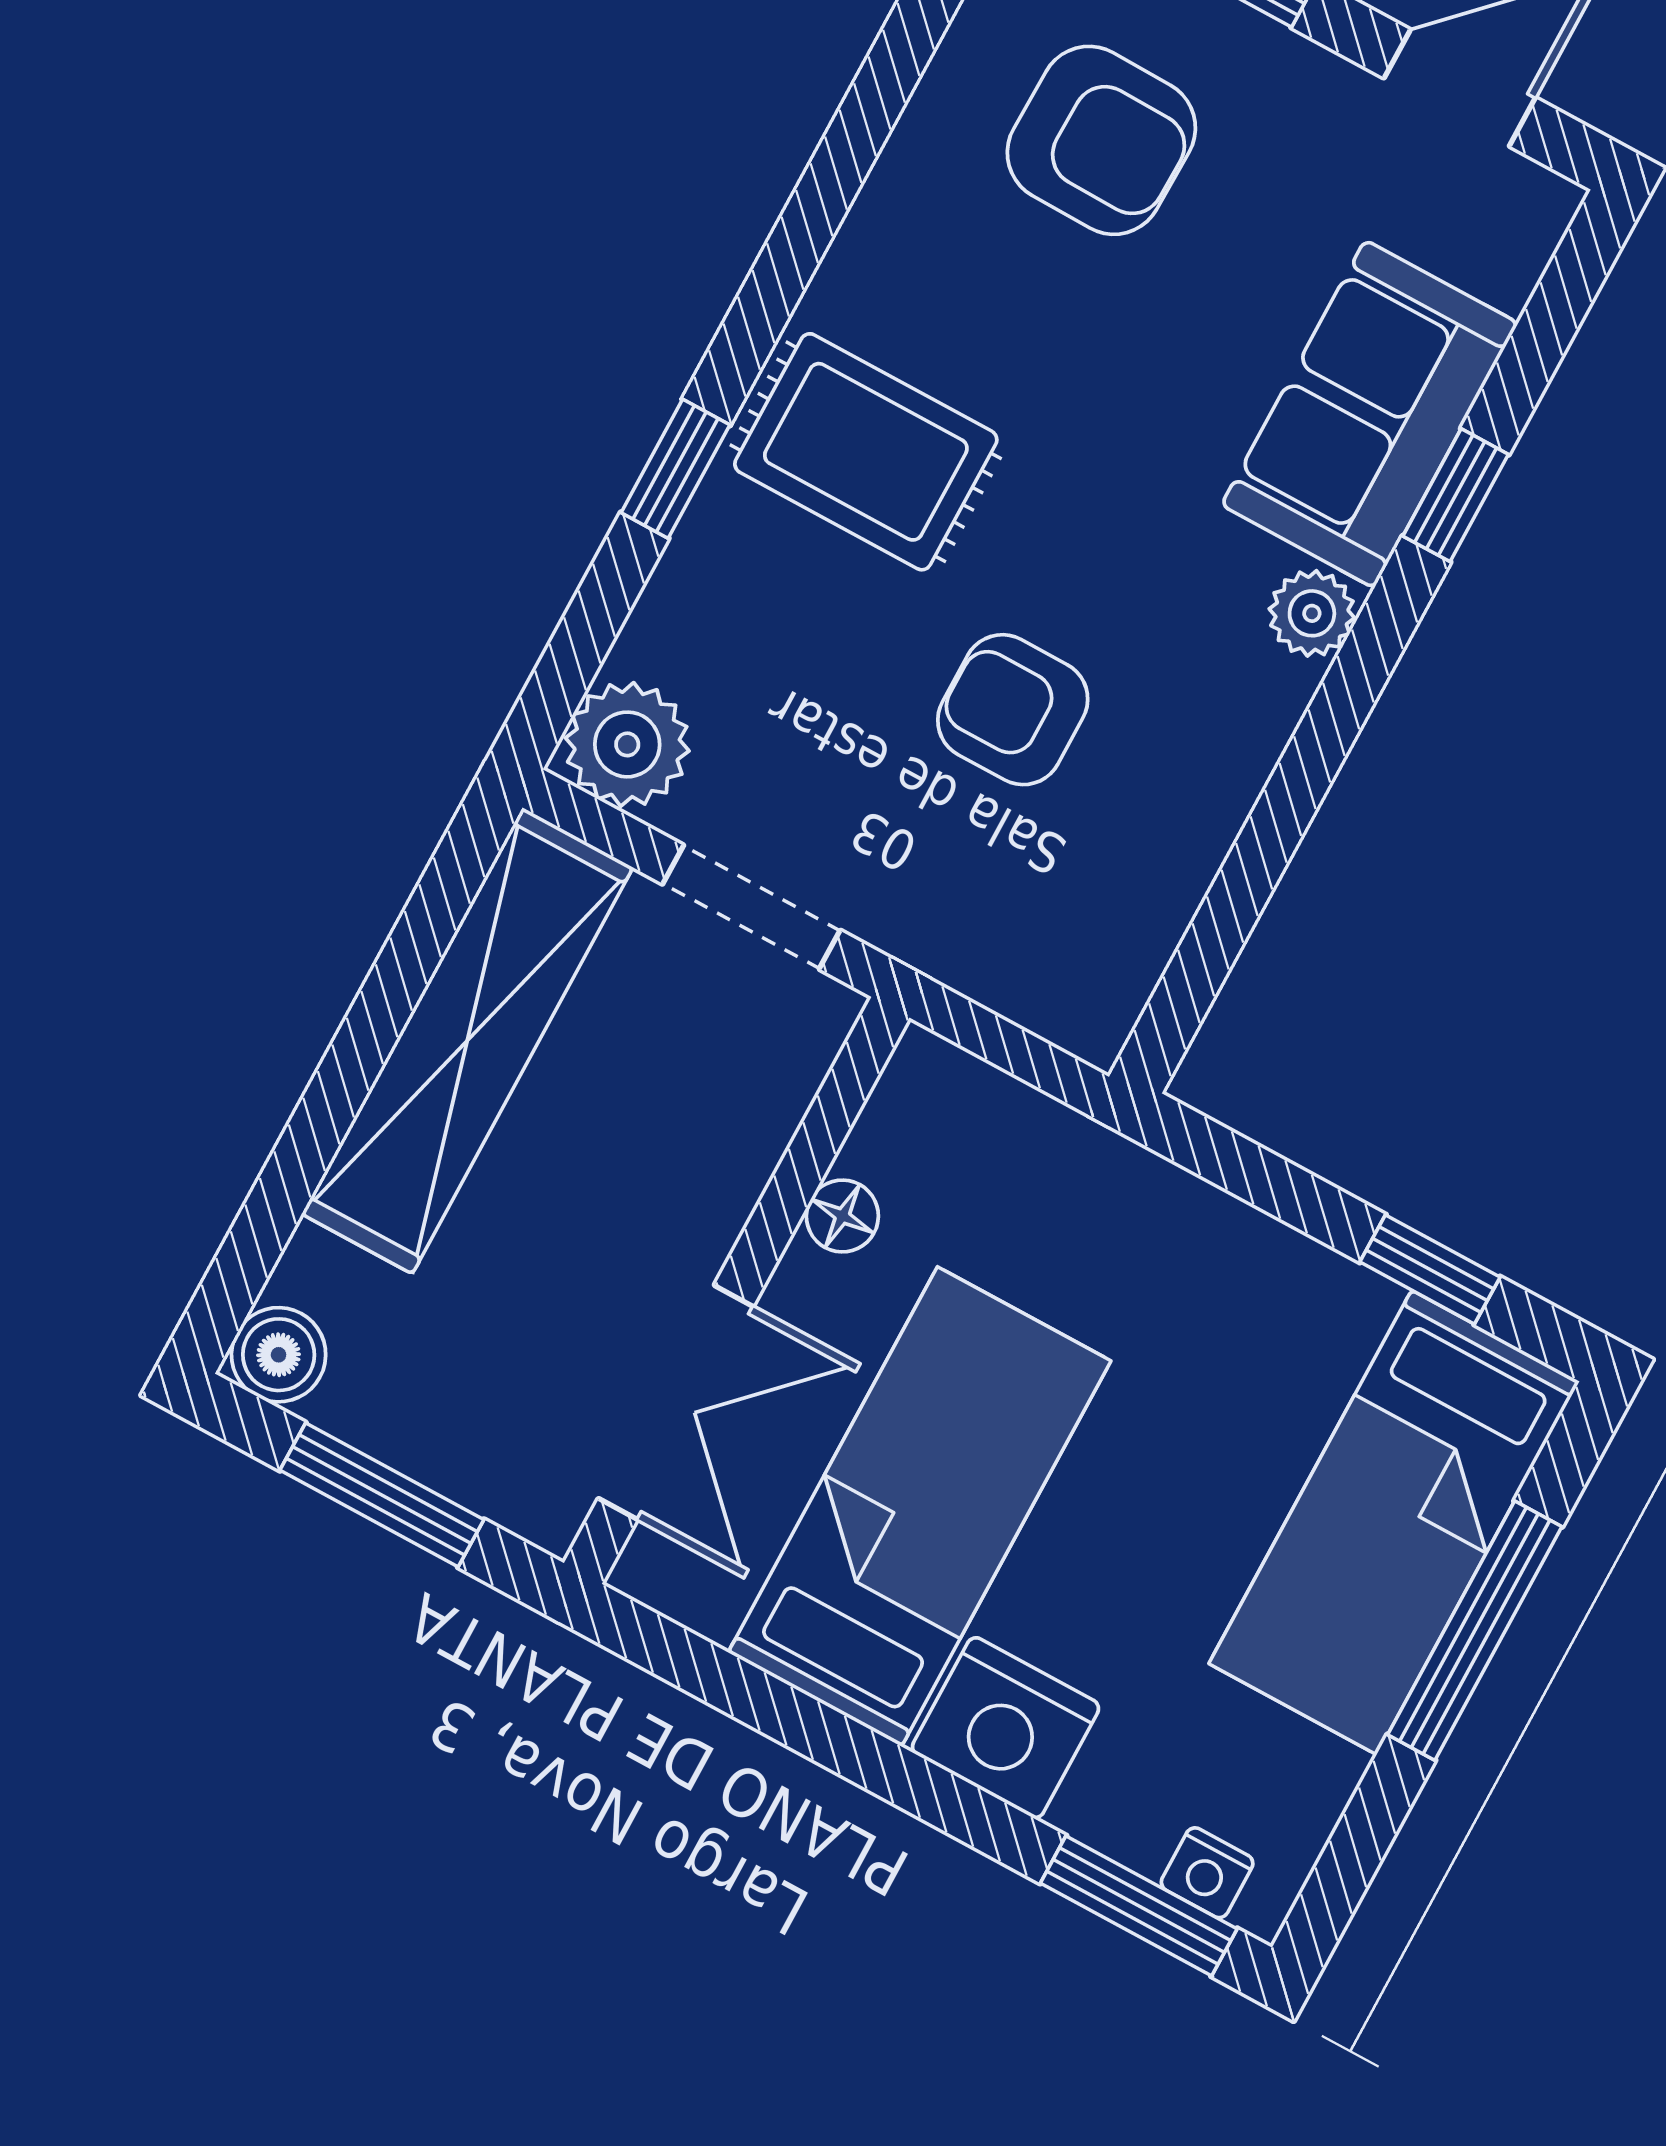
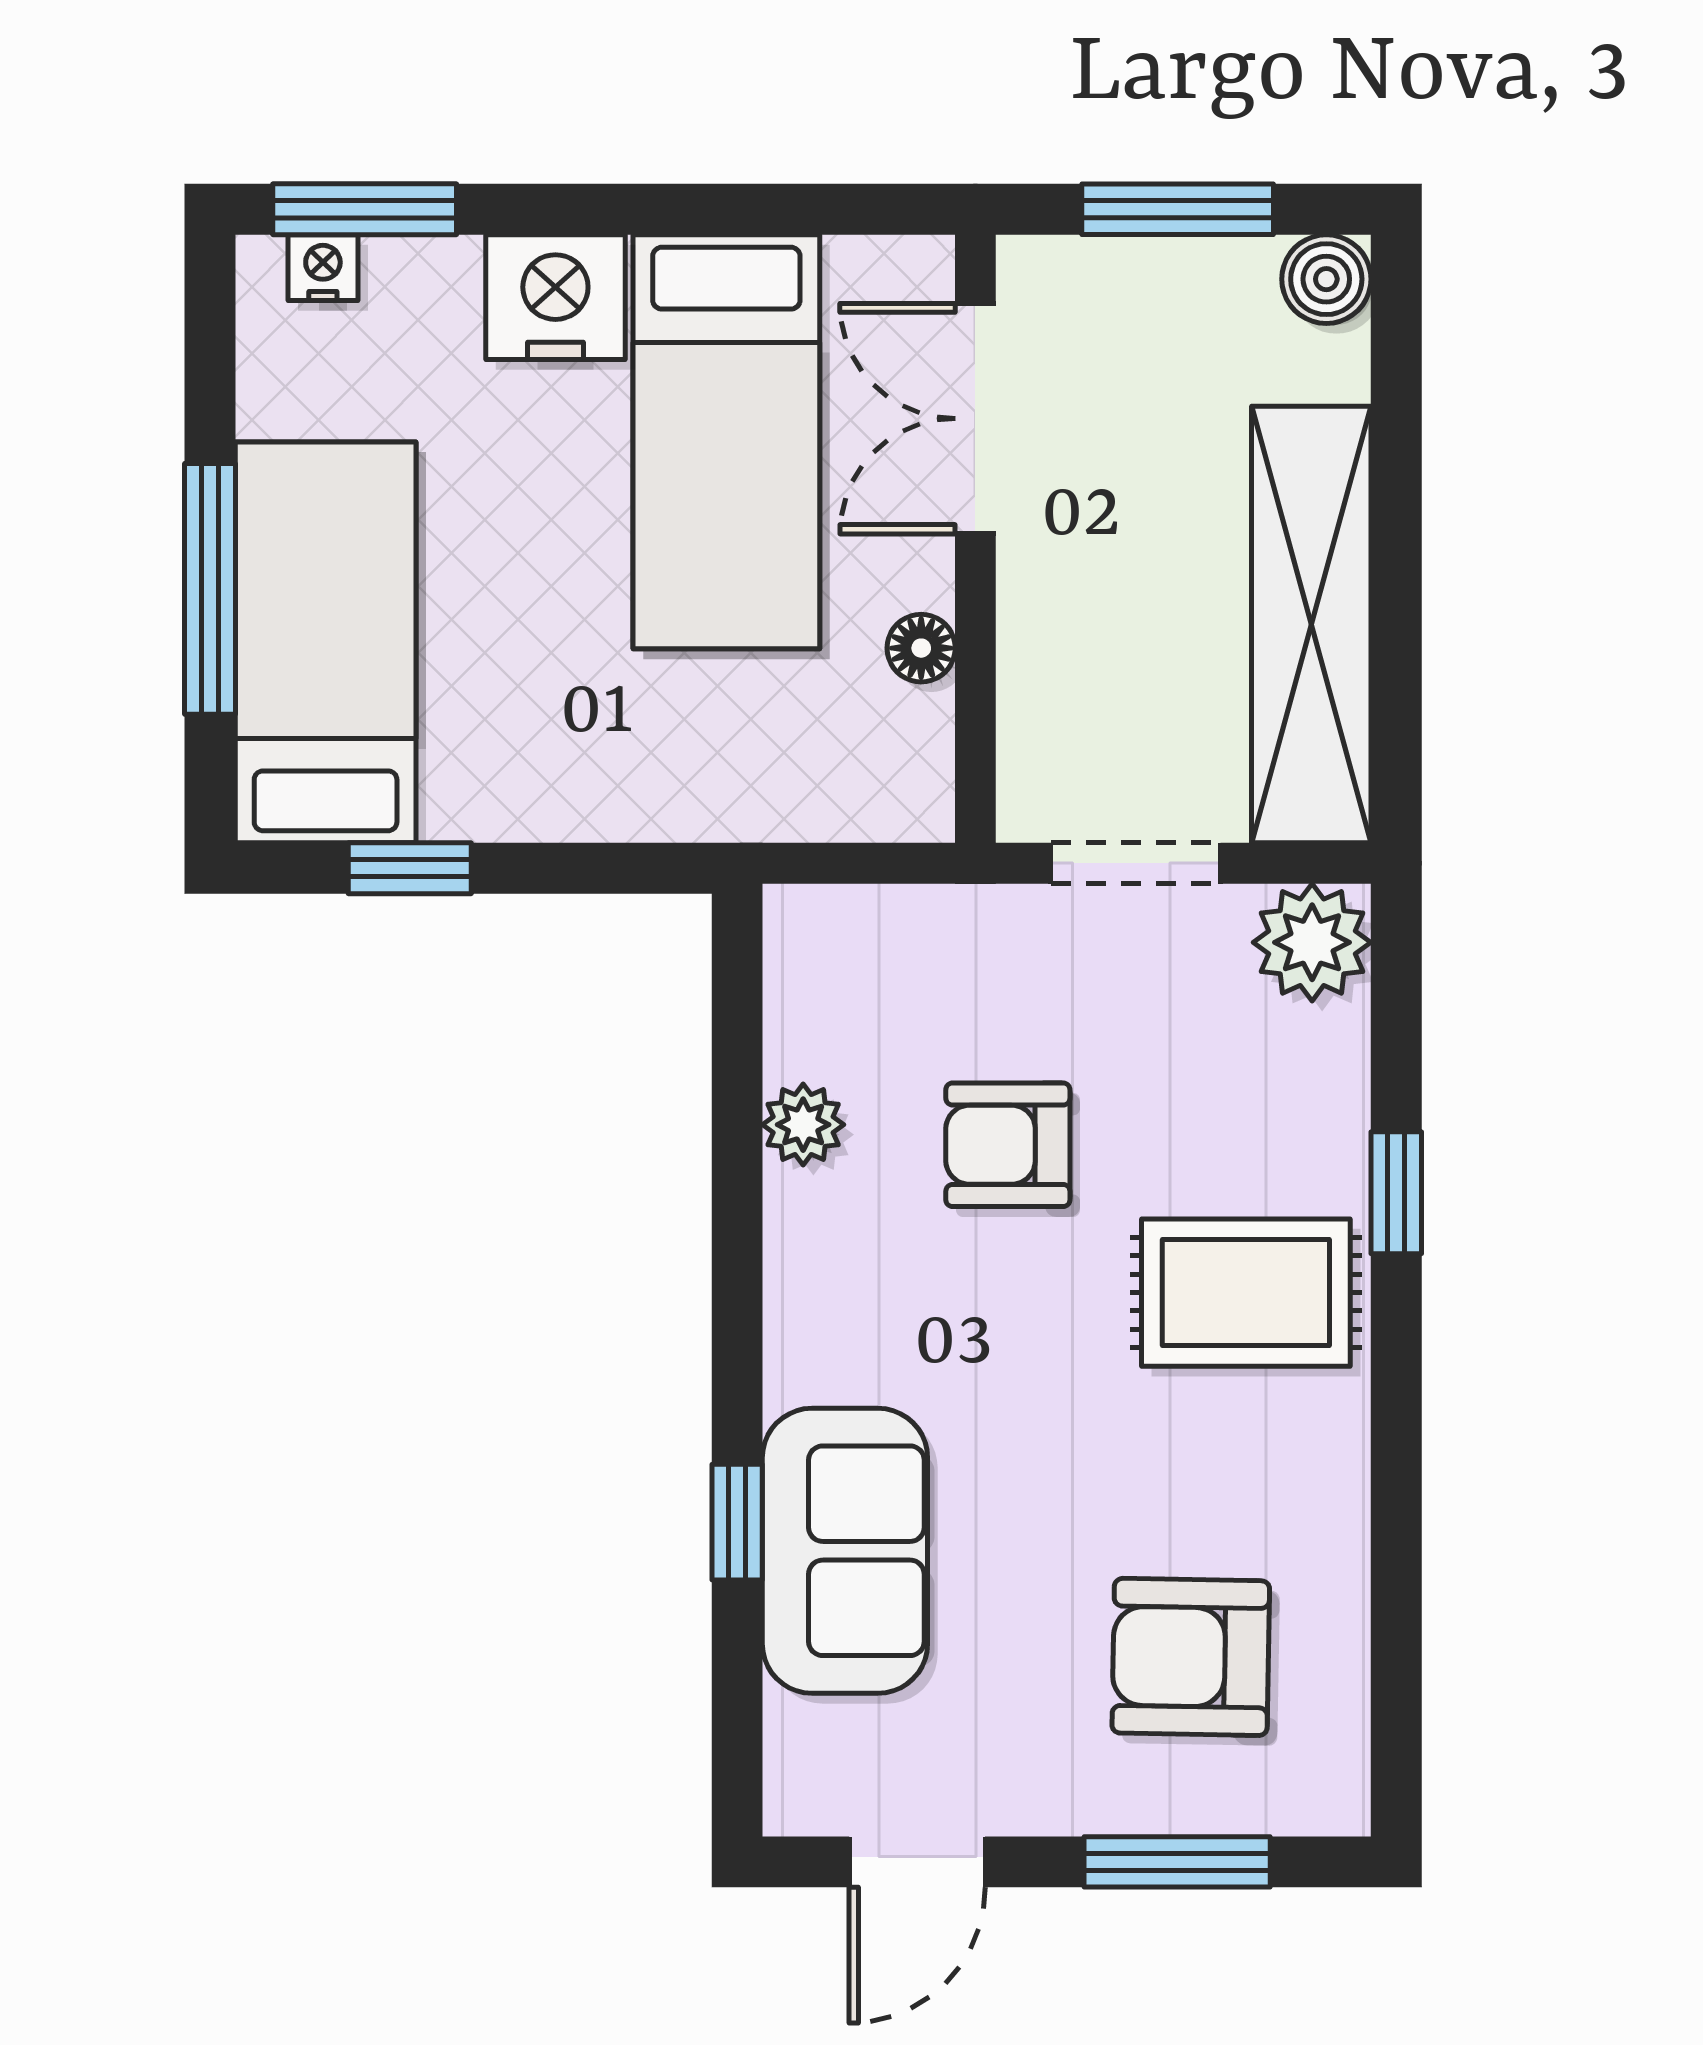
plant: (1312, 613) -> (803, 1125), moved
armchair: (1013, 710) -> (1008, 1145), turned 180

